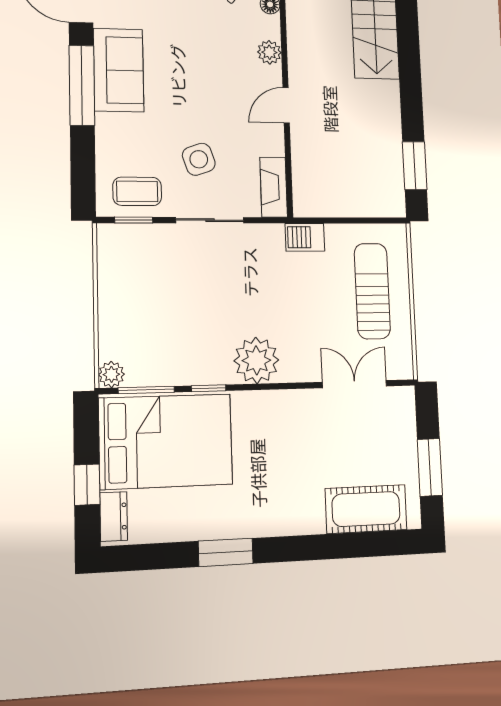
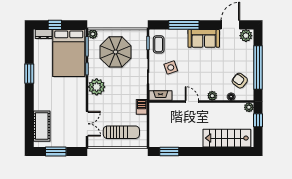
window: (82, 85) -> (184, 25), moved
parasol: (160, 310) -> (116, 52), added

